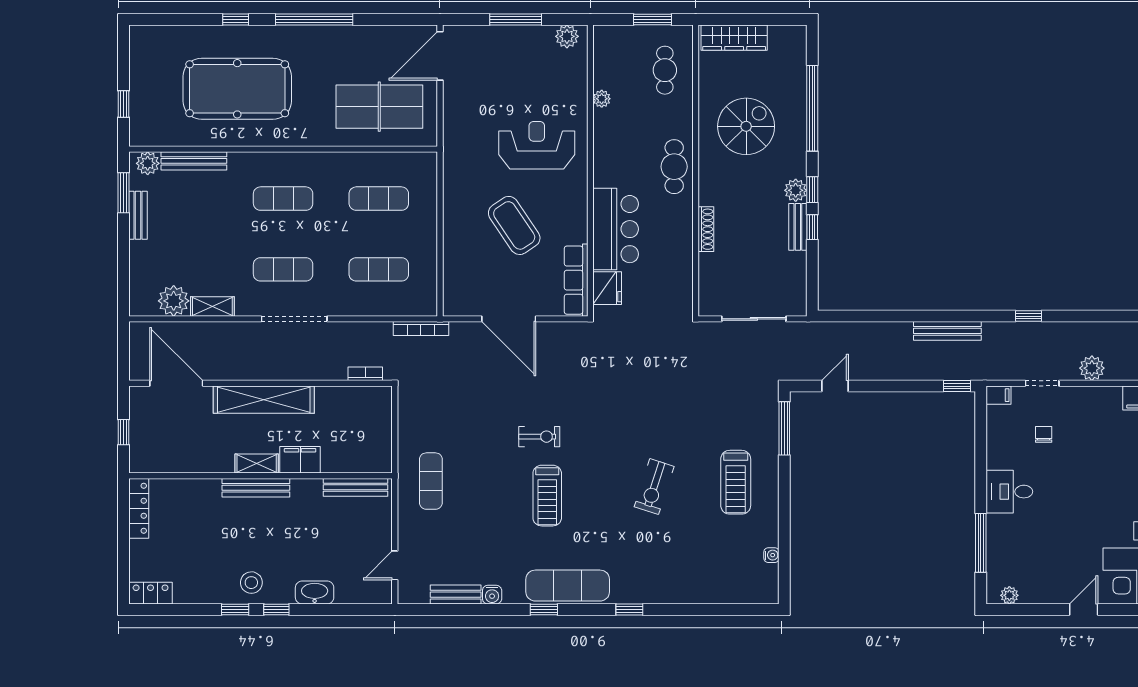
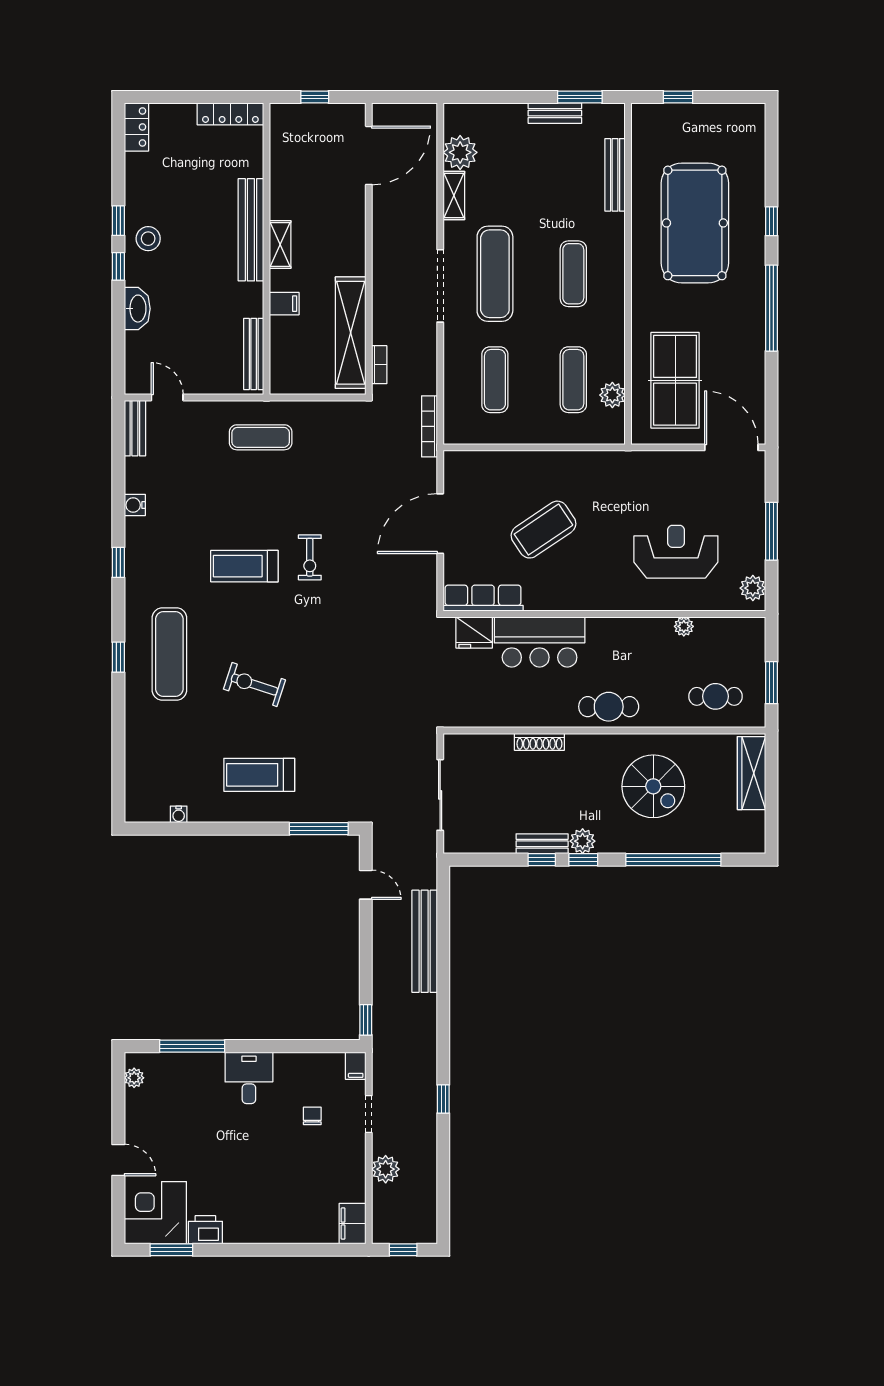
reception desk: (537, 145) -> (676, 552), moved, turned -90
plant: (148, 163) -> (612, 395), moved
exercise mat: (283, 269) -> (495, 274), width x1.36, depth x1.45
bench: (947, 331) -> (425, 941), moved, width x1.37, depth x1.21
shelving: (264, 400) -> (351, 333), moved
chair: (1044, 434) -> (312, 1116), turned -90
filing cabinet: (300, 460) -> (284, 304), width x0.50
bench: (256, 488) -> (251, 230), width x1.37, depth x1.21
exercise mat: (568, 586) -> (169, 654), moved
bench: (456, 595) -> (135, 428), moved

